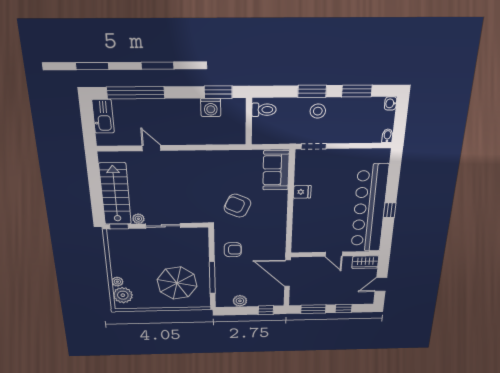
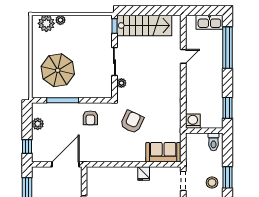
washing machine: (211, 107) -> (193, 121), moved, turned 90
plant: (138, 219) -> (121, 83), moved

